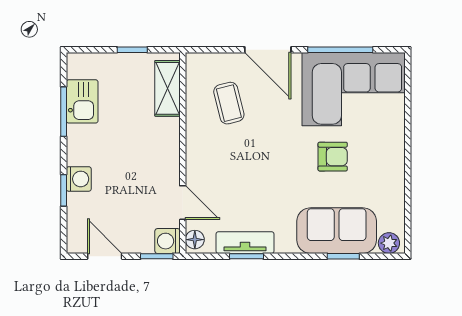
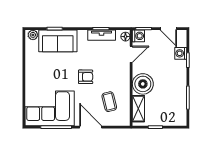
kitchen sink: (82, 101) -> (179, 102), removed
boiler: (158, 140) -> (143, 84), added
armchair: (333, 157) -> (86, 77), moved, turned 180
washing machine: (79, 179) -> (181, 53), moved
door: (183, 203) -> (131, 54), swing flipped

